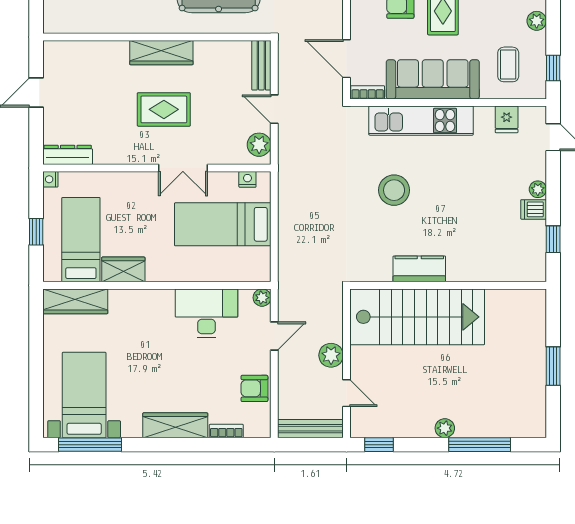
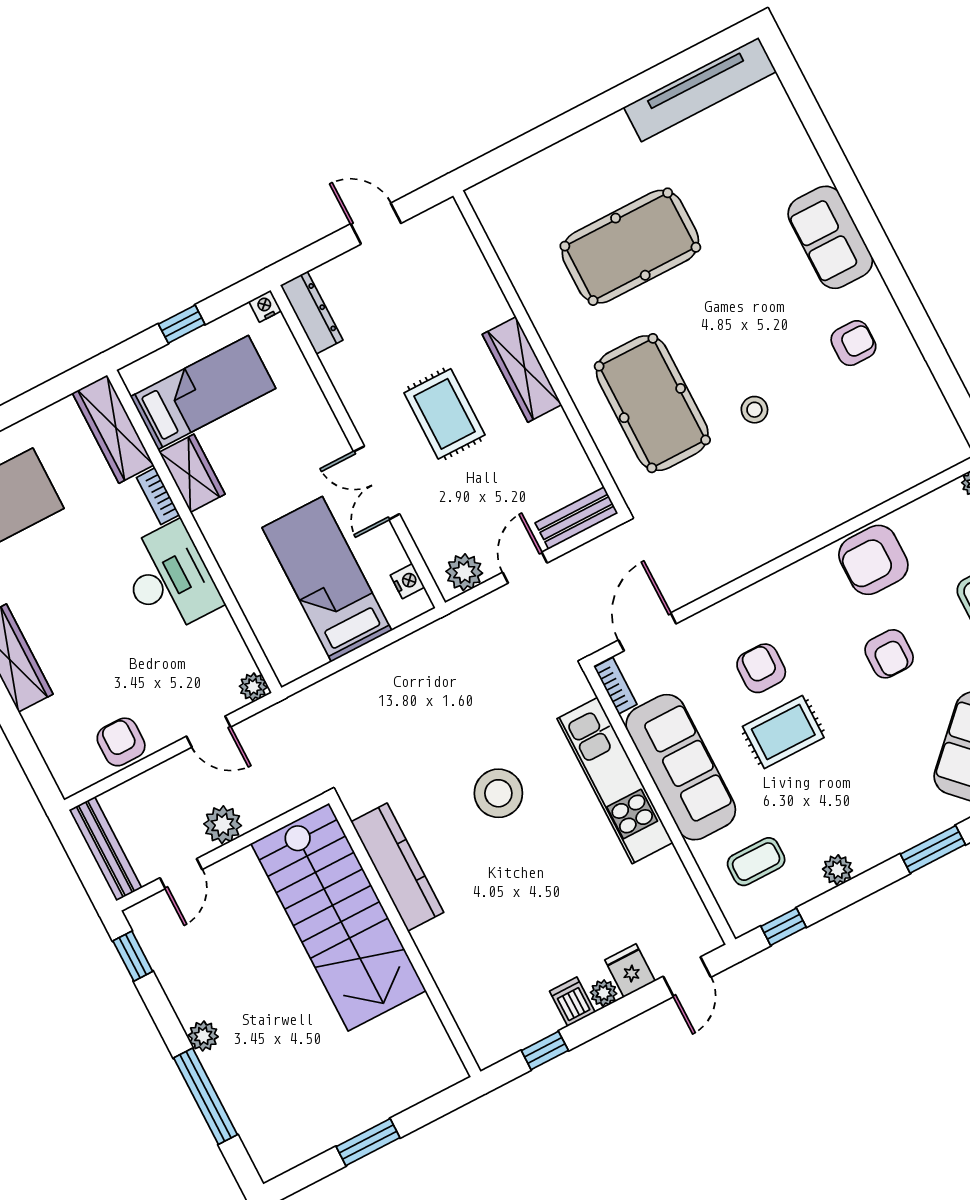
fridge: (507, 119) -> (630, 971), moved, turned 90
kitchen counter: (419, 269) -> (397, 867), width x1.50
desk: (206, 313) -> (169, 579), moved
bookcase: (226, 431) -> (158, 496), moved, turned 180

